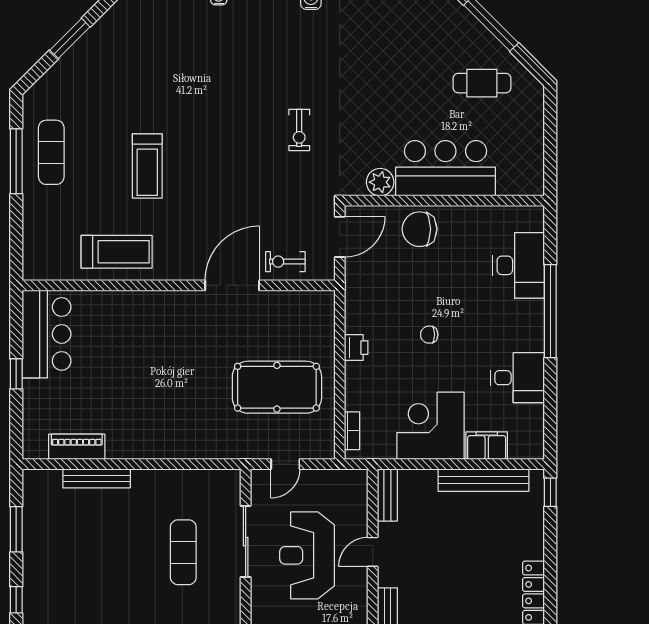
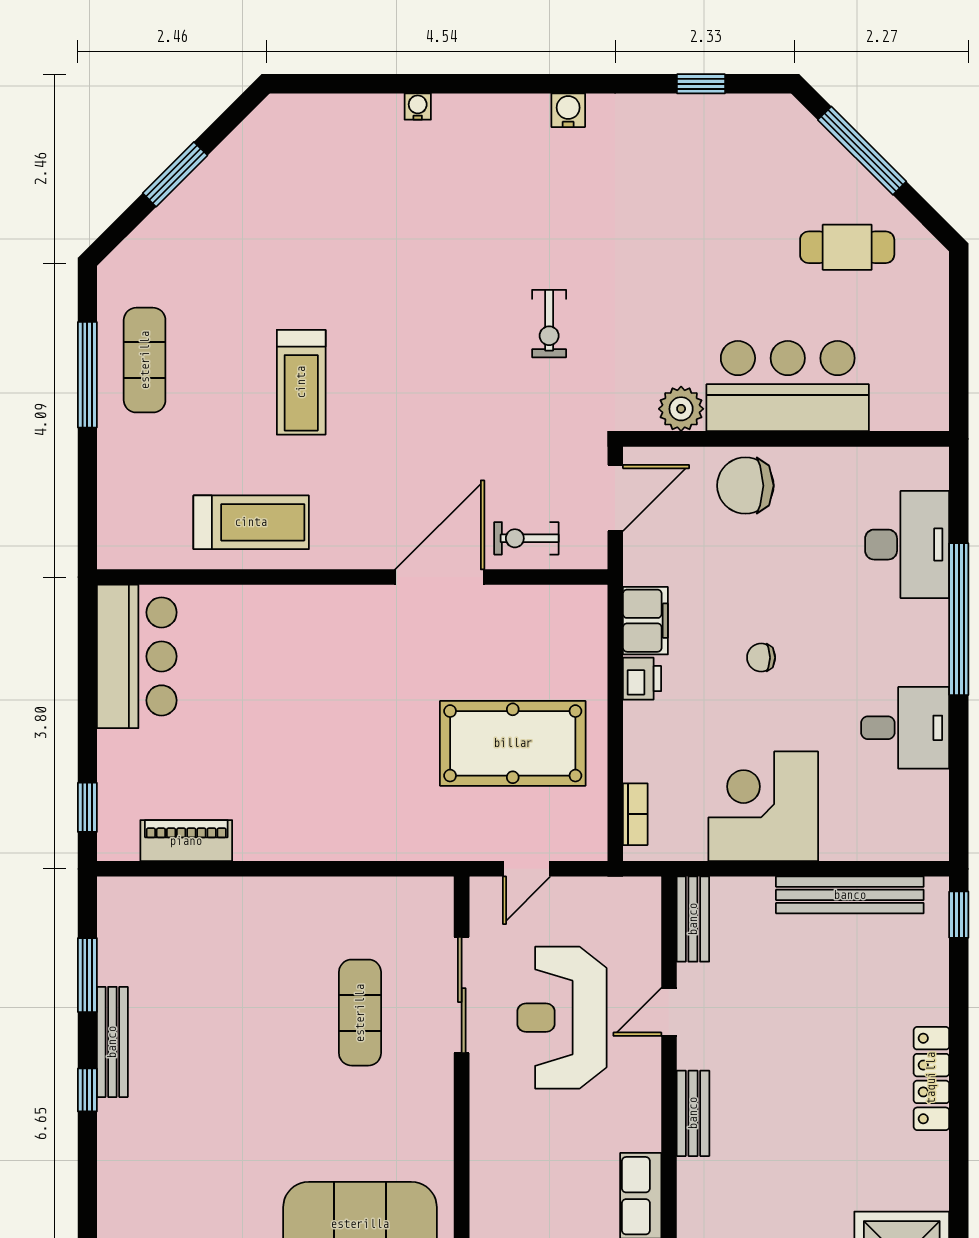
window: (16, 374) -> (87, 807), moved
filing cabinet: (487, 446) -> (645, 621), moved, turned 90
bench: (97, 478) -> (112, 1042), moved, turned 90

